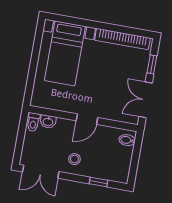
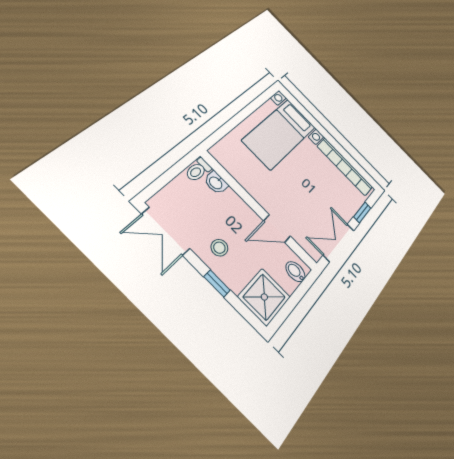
door: (87, 119) -> (277, 229), moved
shower: (117, 168) -> (264, 297), added
window: (98, 182) -> (217, 283), moved

